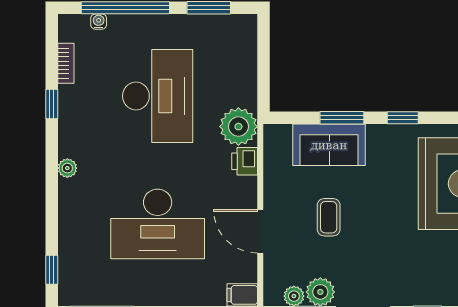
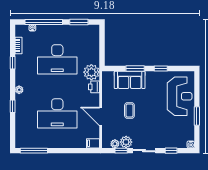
desk: (158, 96) -> (57, 59), turned 90
window: (52, 270) -> (13, 106), moved

